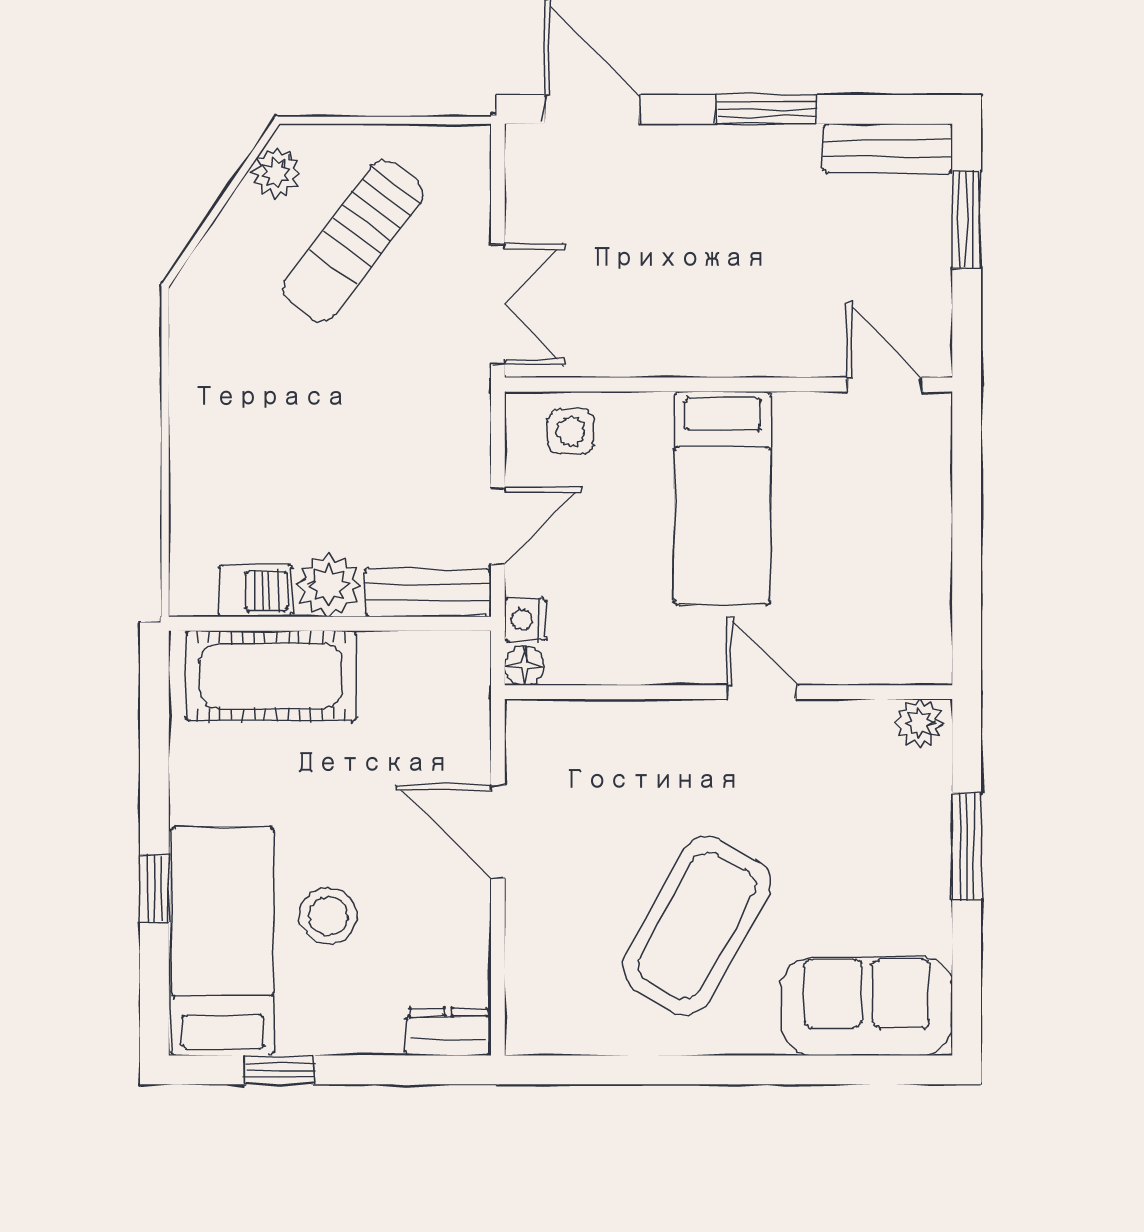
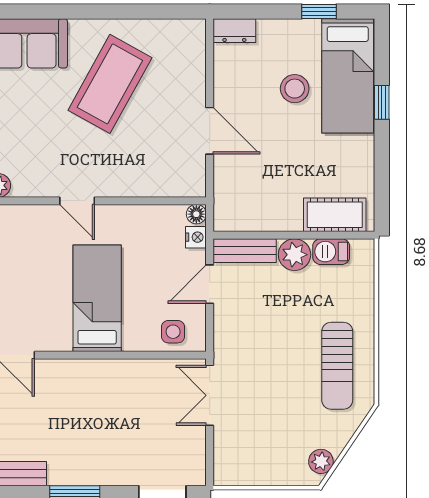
sun lounger: (353, 241) -> (337, 366), moved, turned 143
cot: (271, 676) -> (335, 215), width x0.73, depth x0.75

